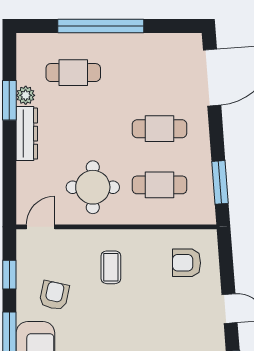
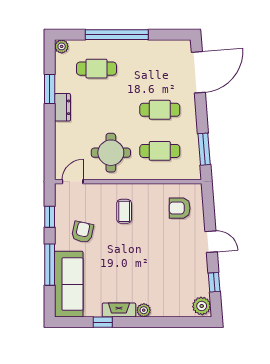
plant: (26, 95) -> (62, 46), moved
dresser: (27, 134) -> (63, 107), width x0.70

